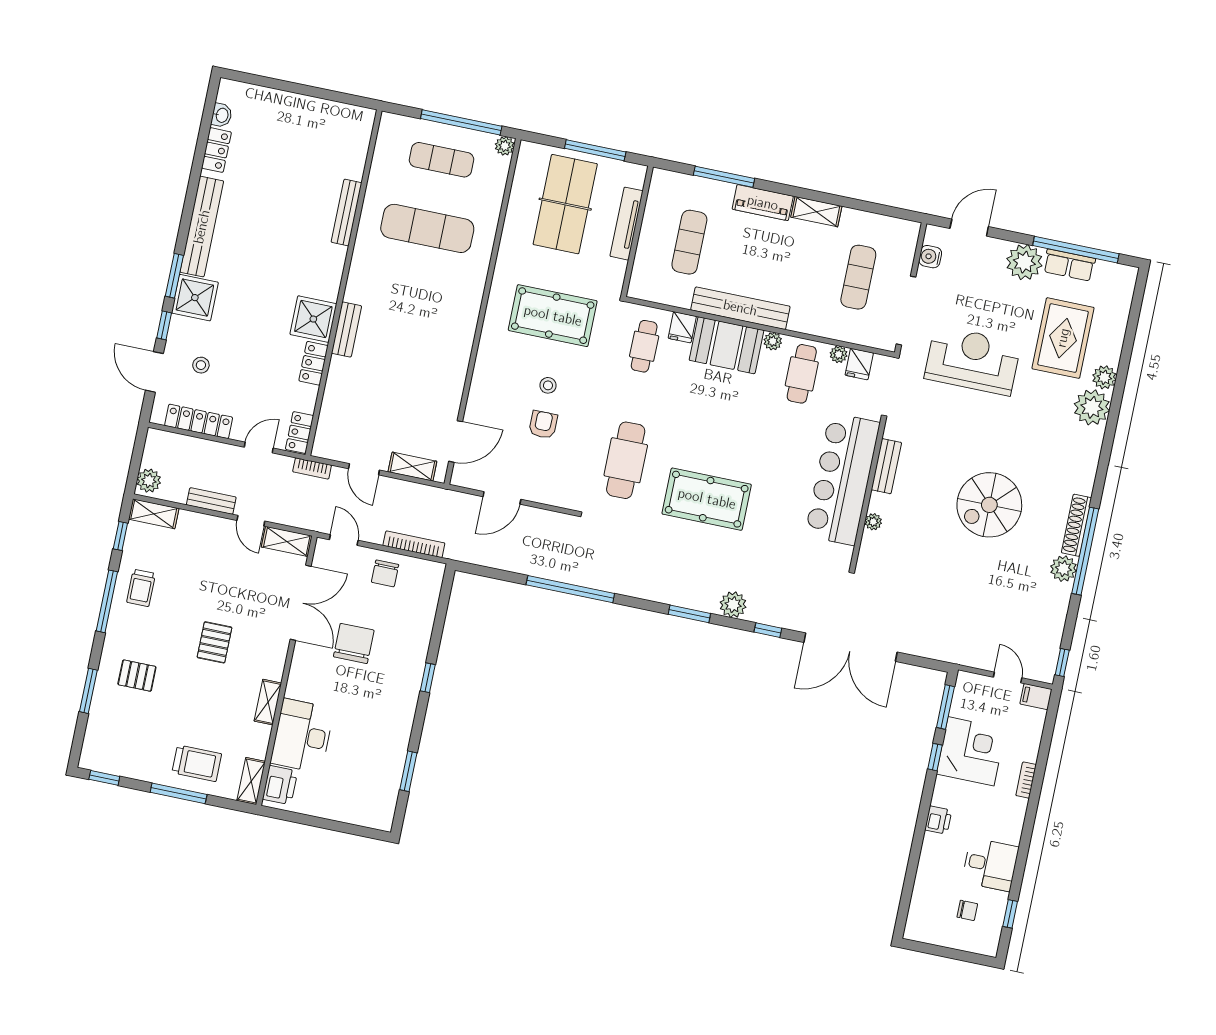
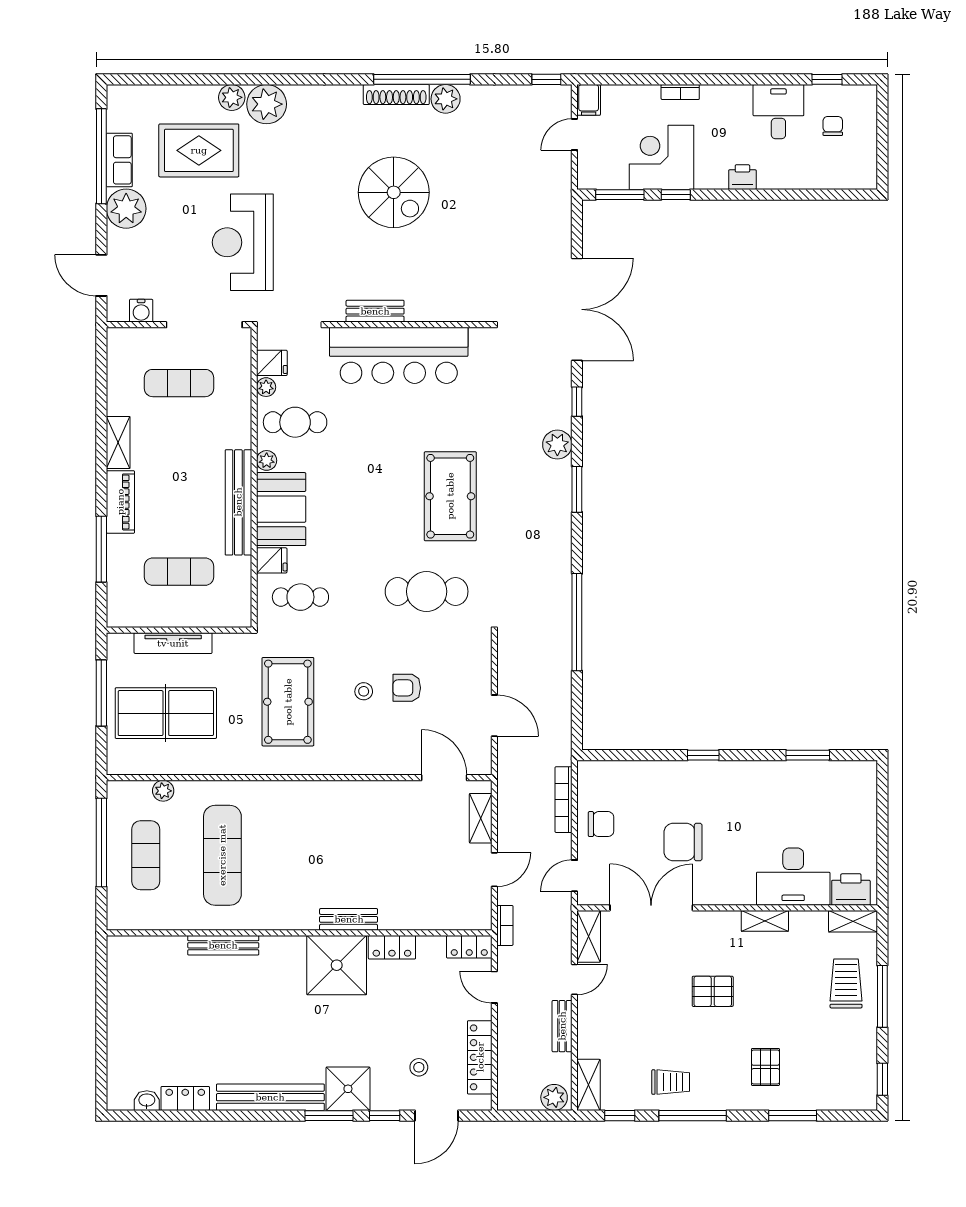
plant: (505, 146) -> (163, 791), moved
shower: (313, 319) -> (337, 965), width x1.37, depth x1.37
plant: (873, 522) -> (438, 313), removed

